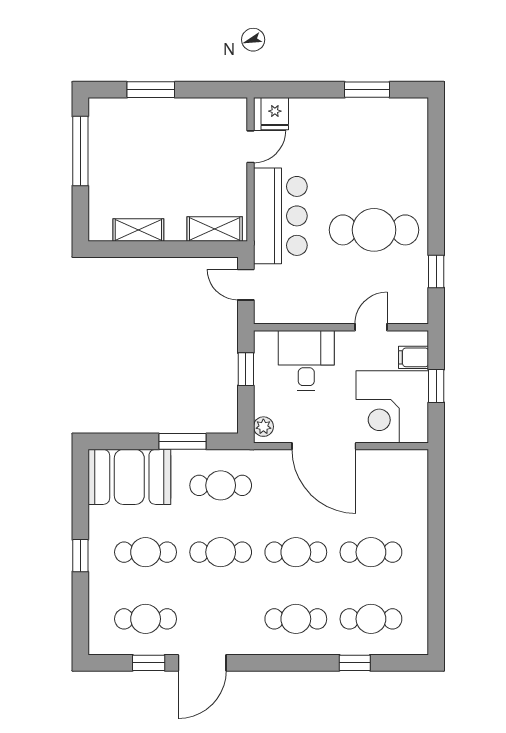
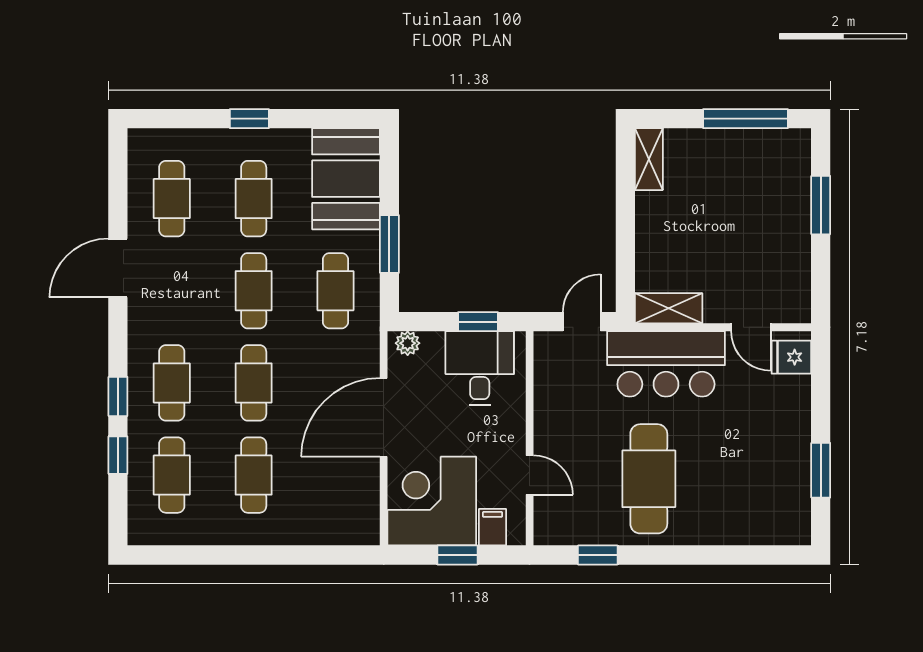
shelving: (215, 229) -> (669, 308), moved, turned 90
shelving: (138, 230) -> (649, 159), moved
desk: (306, 360) -> (480, 368), moved, turned -90
window: (149, 663) -> (118, 396), moved
door: (202, 663) -> (118, 268), hinge flipped

